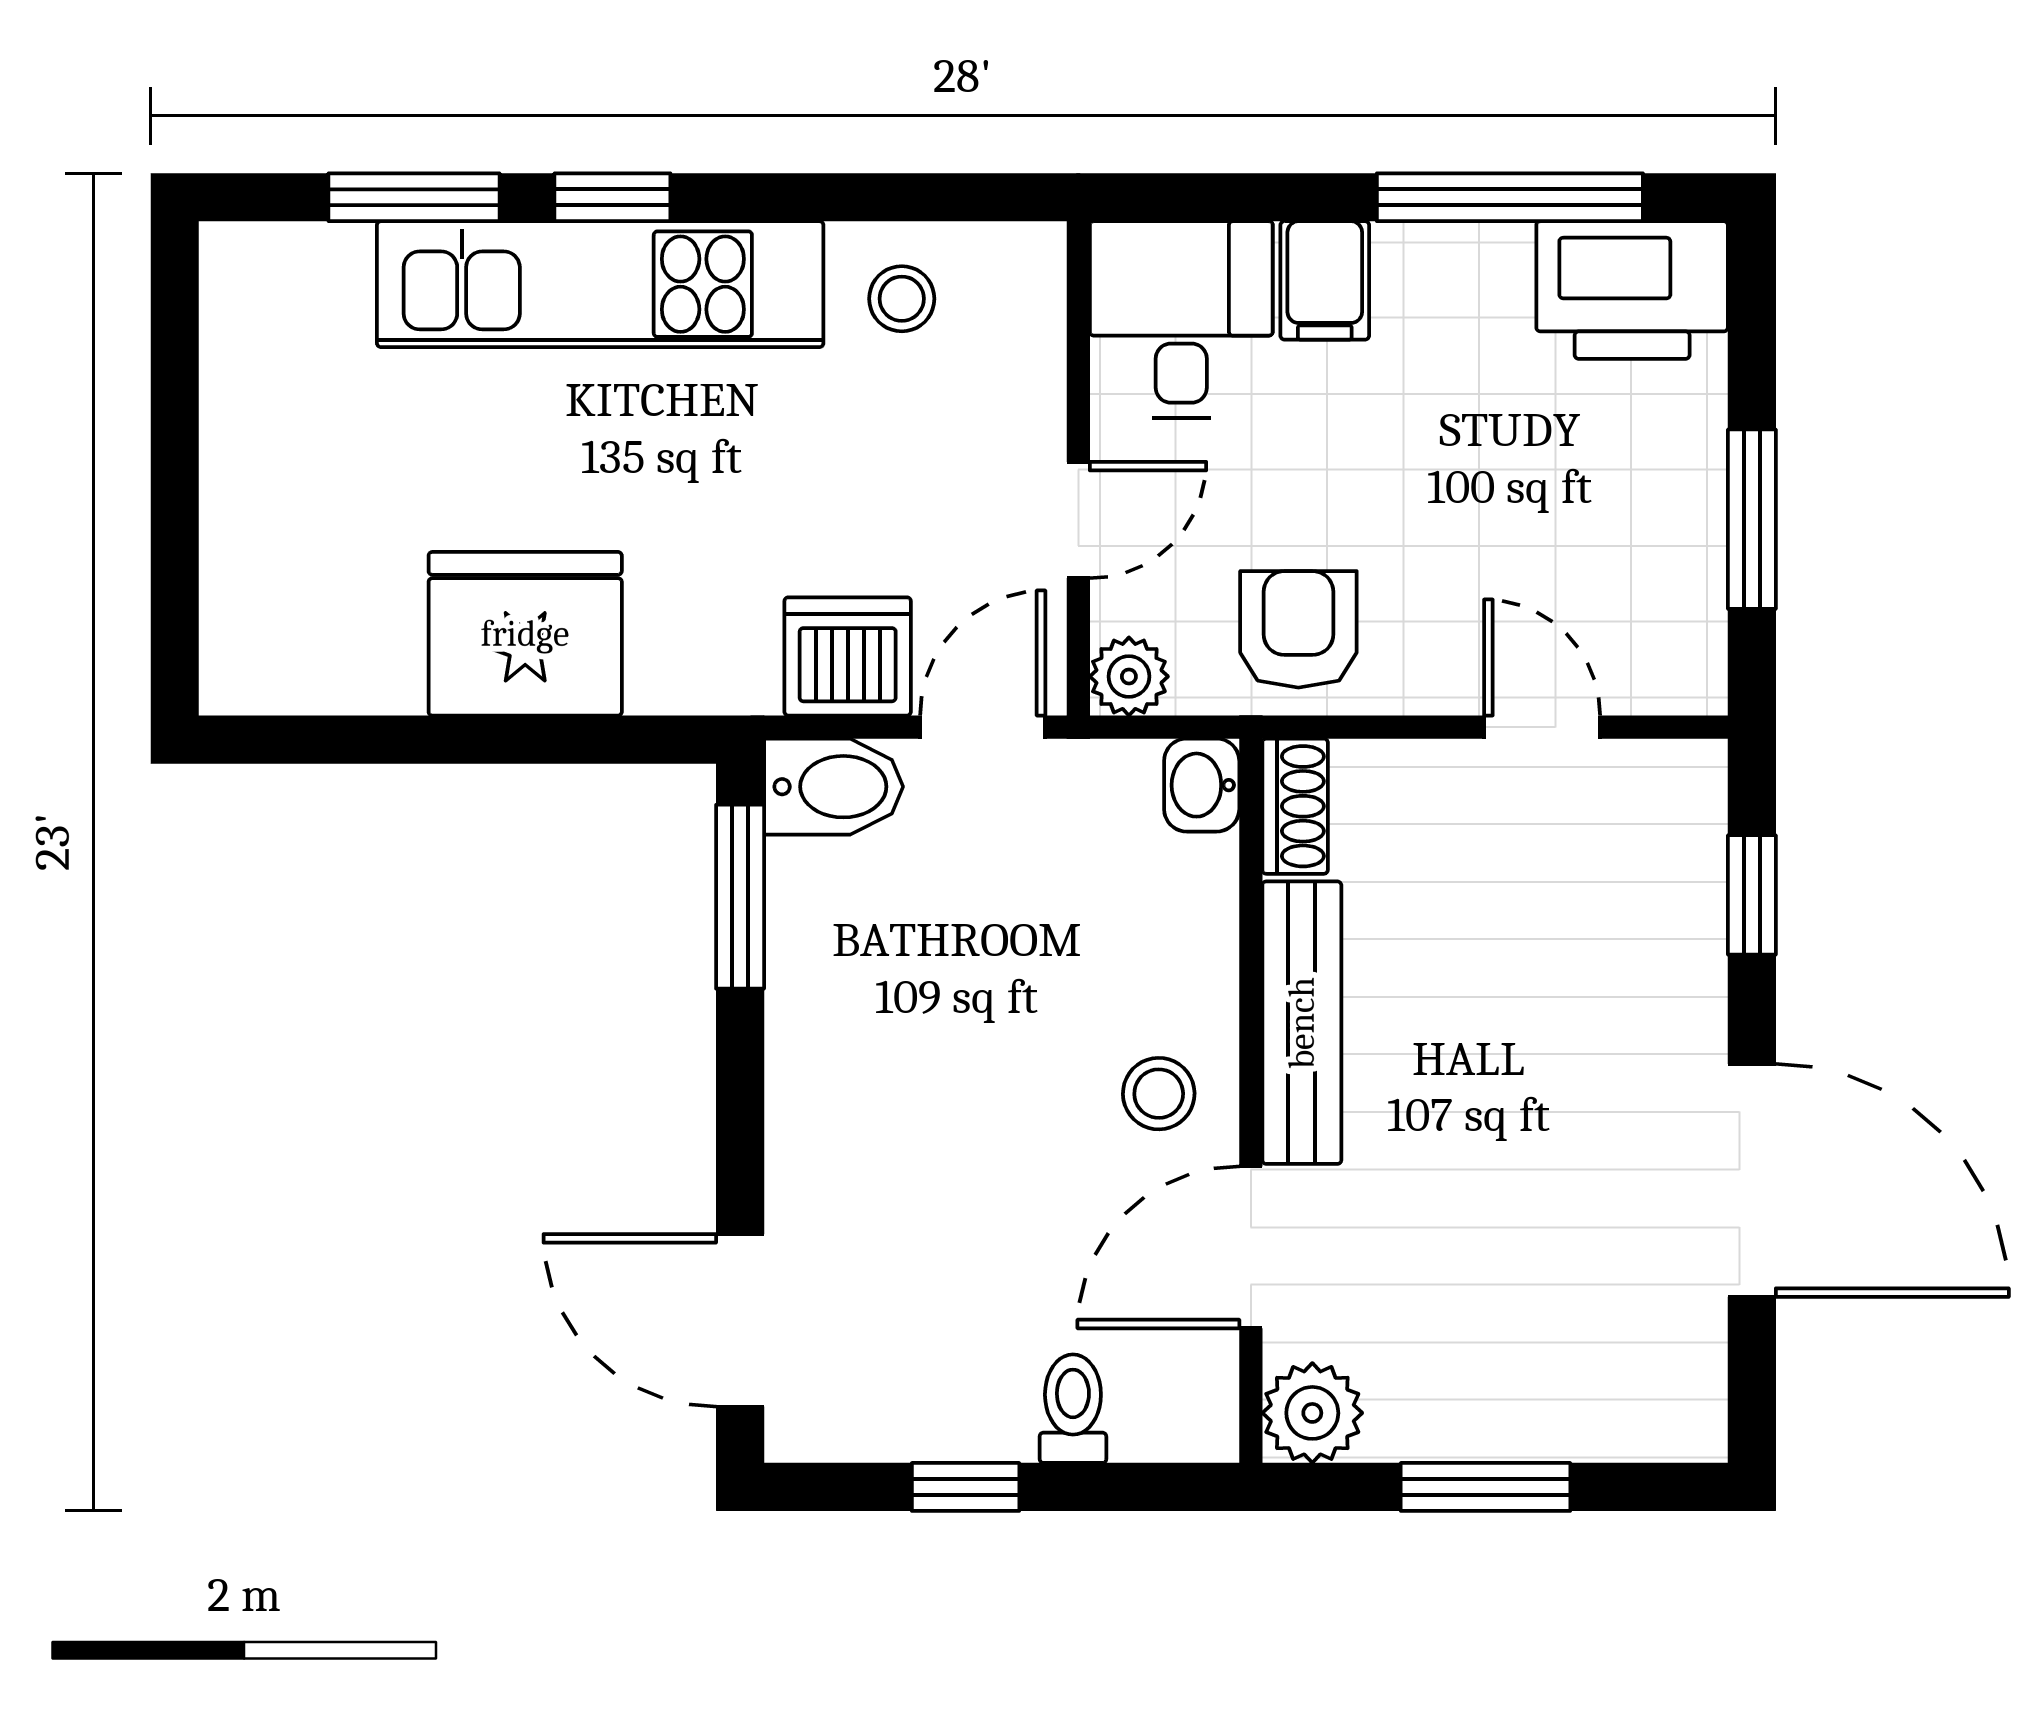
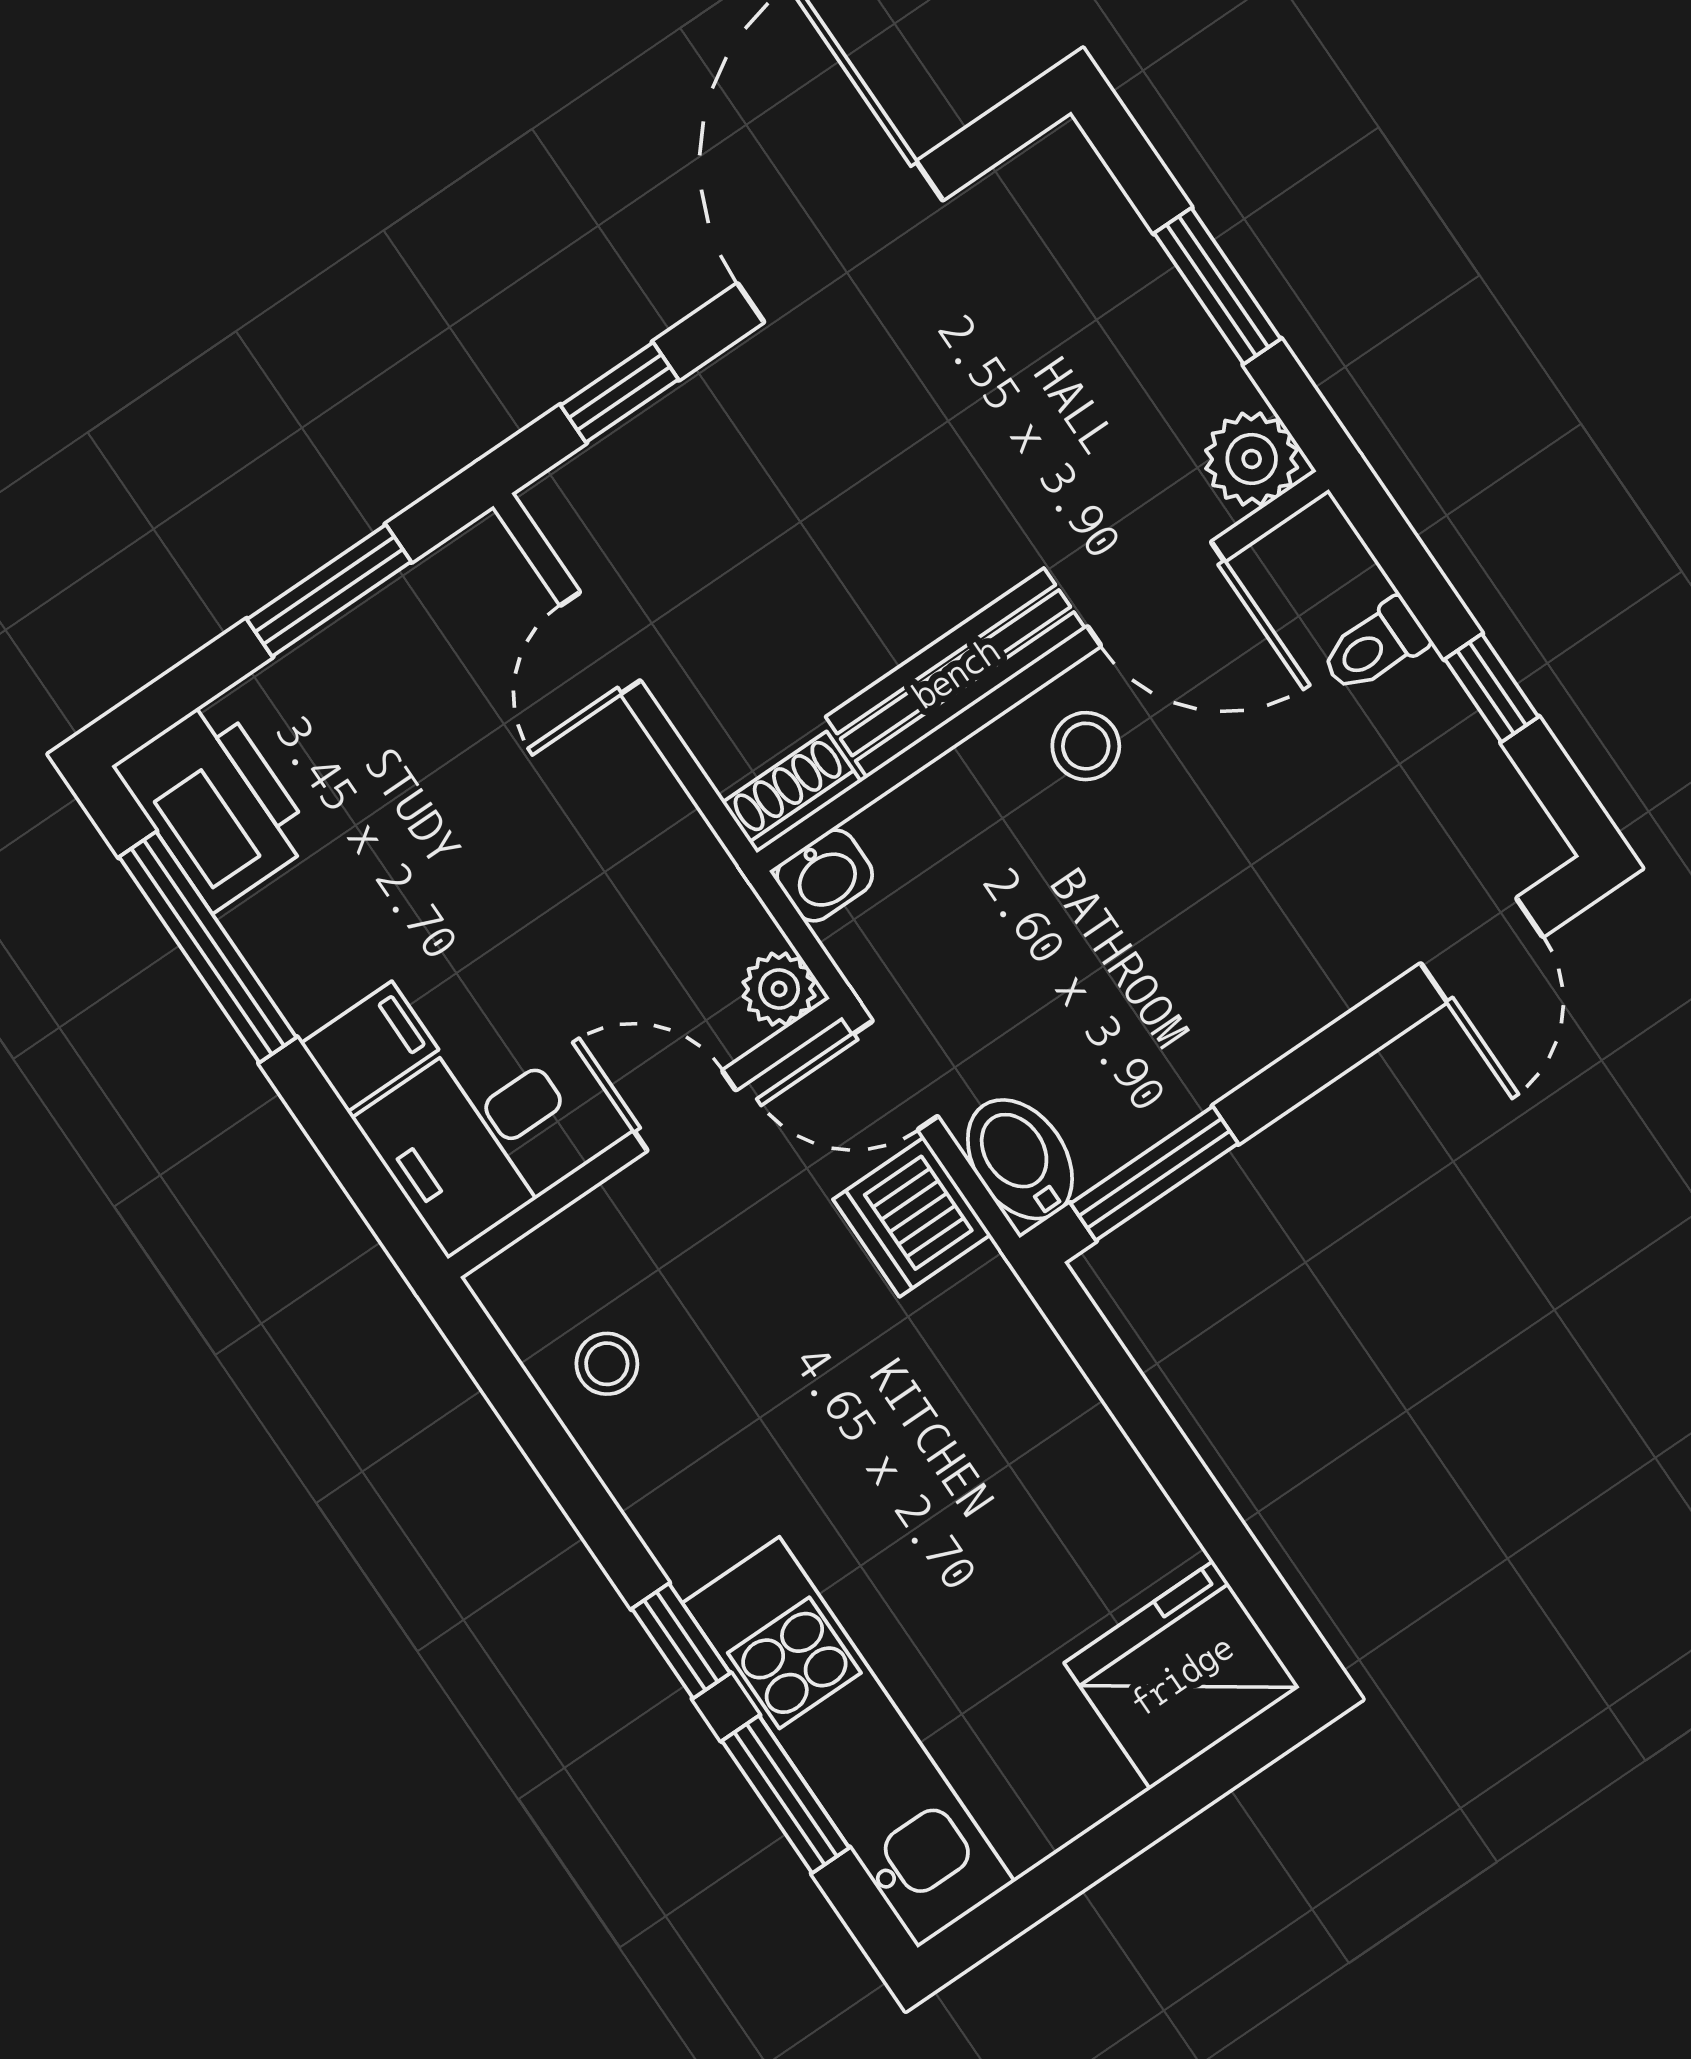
kitchen unit: (600, 284) -> (849, 1742), moved
armchair: (1298, 629) -> (653, 883), removed
fridge: (525, 634) -> (1182, 1675), moved, turned 90
door: (740, 1320) -> (1482, 950), width x0.73

